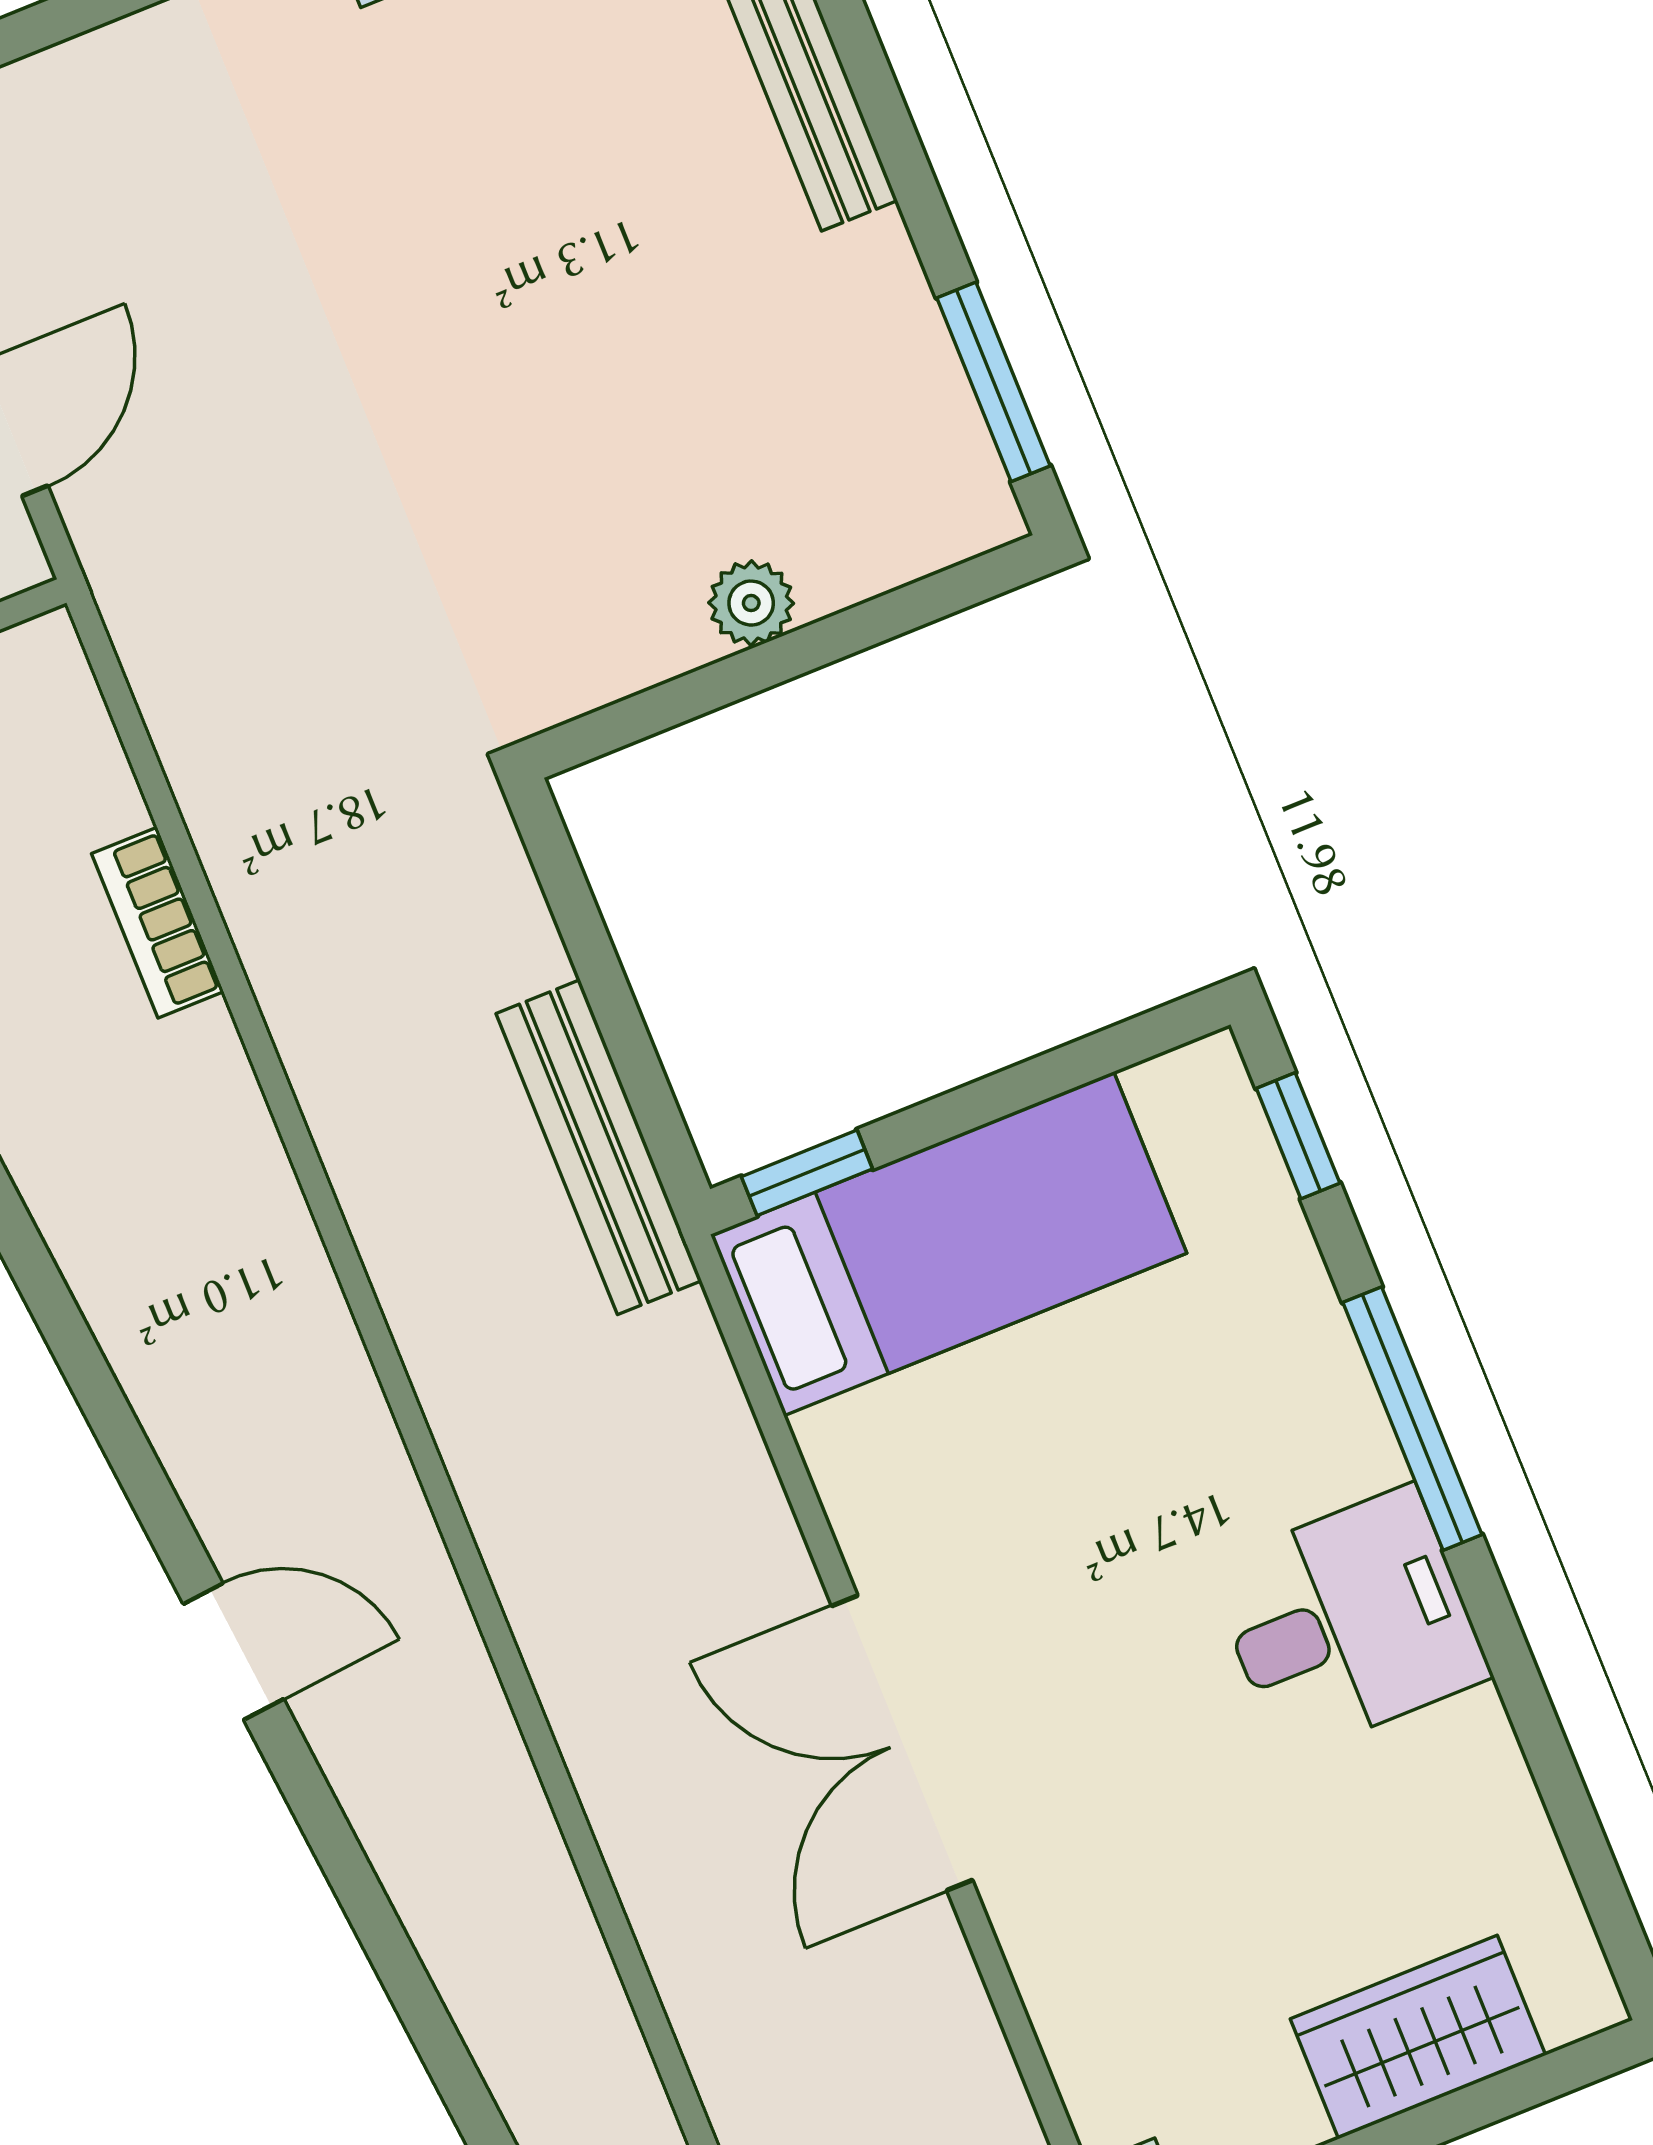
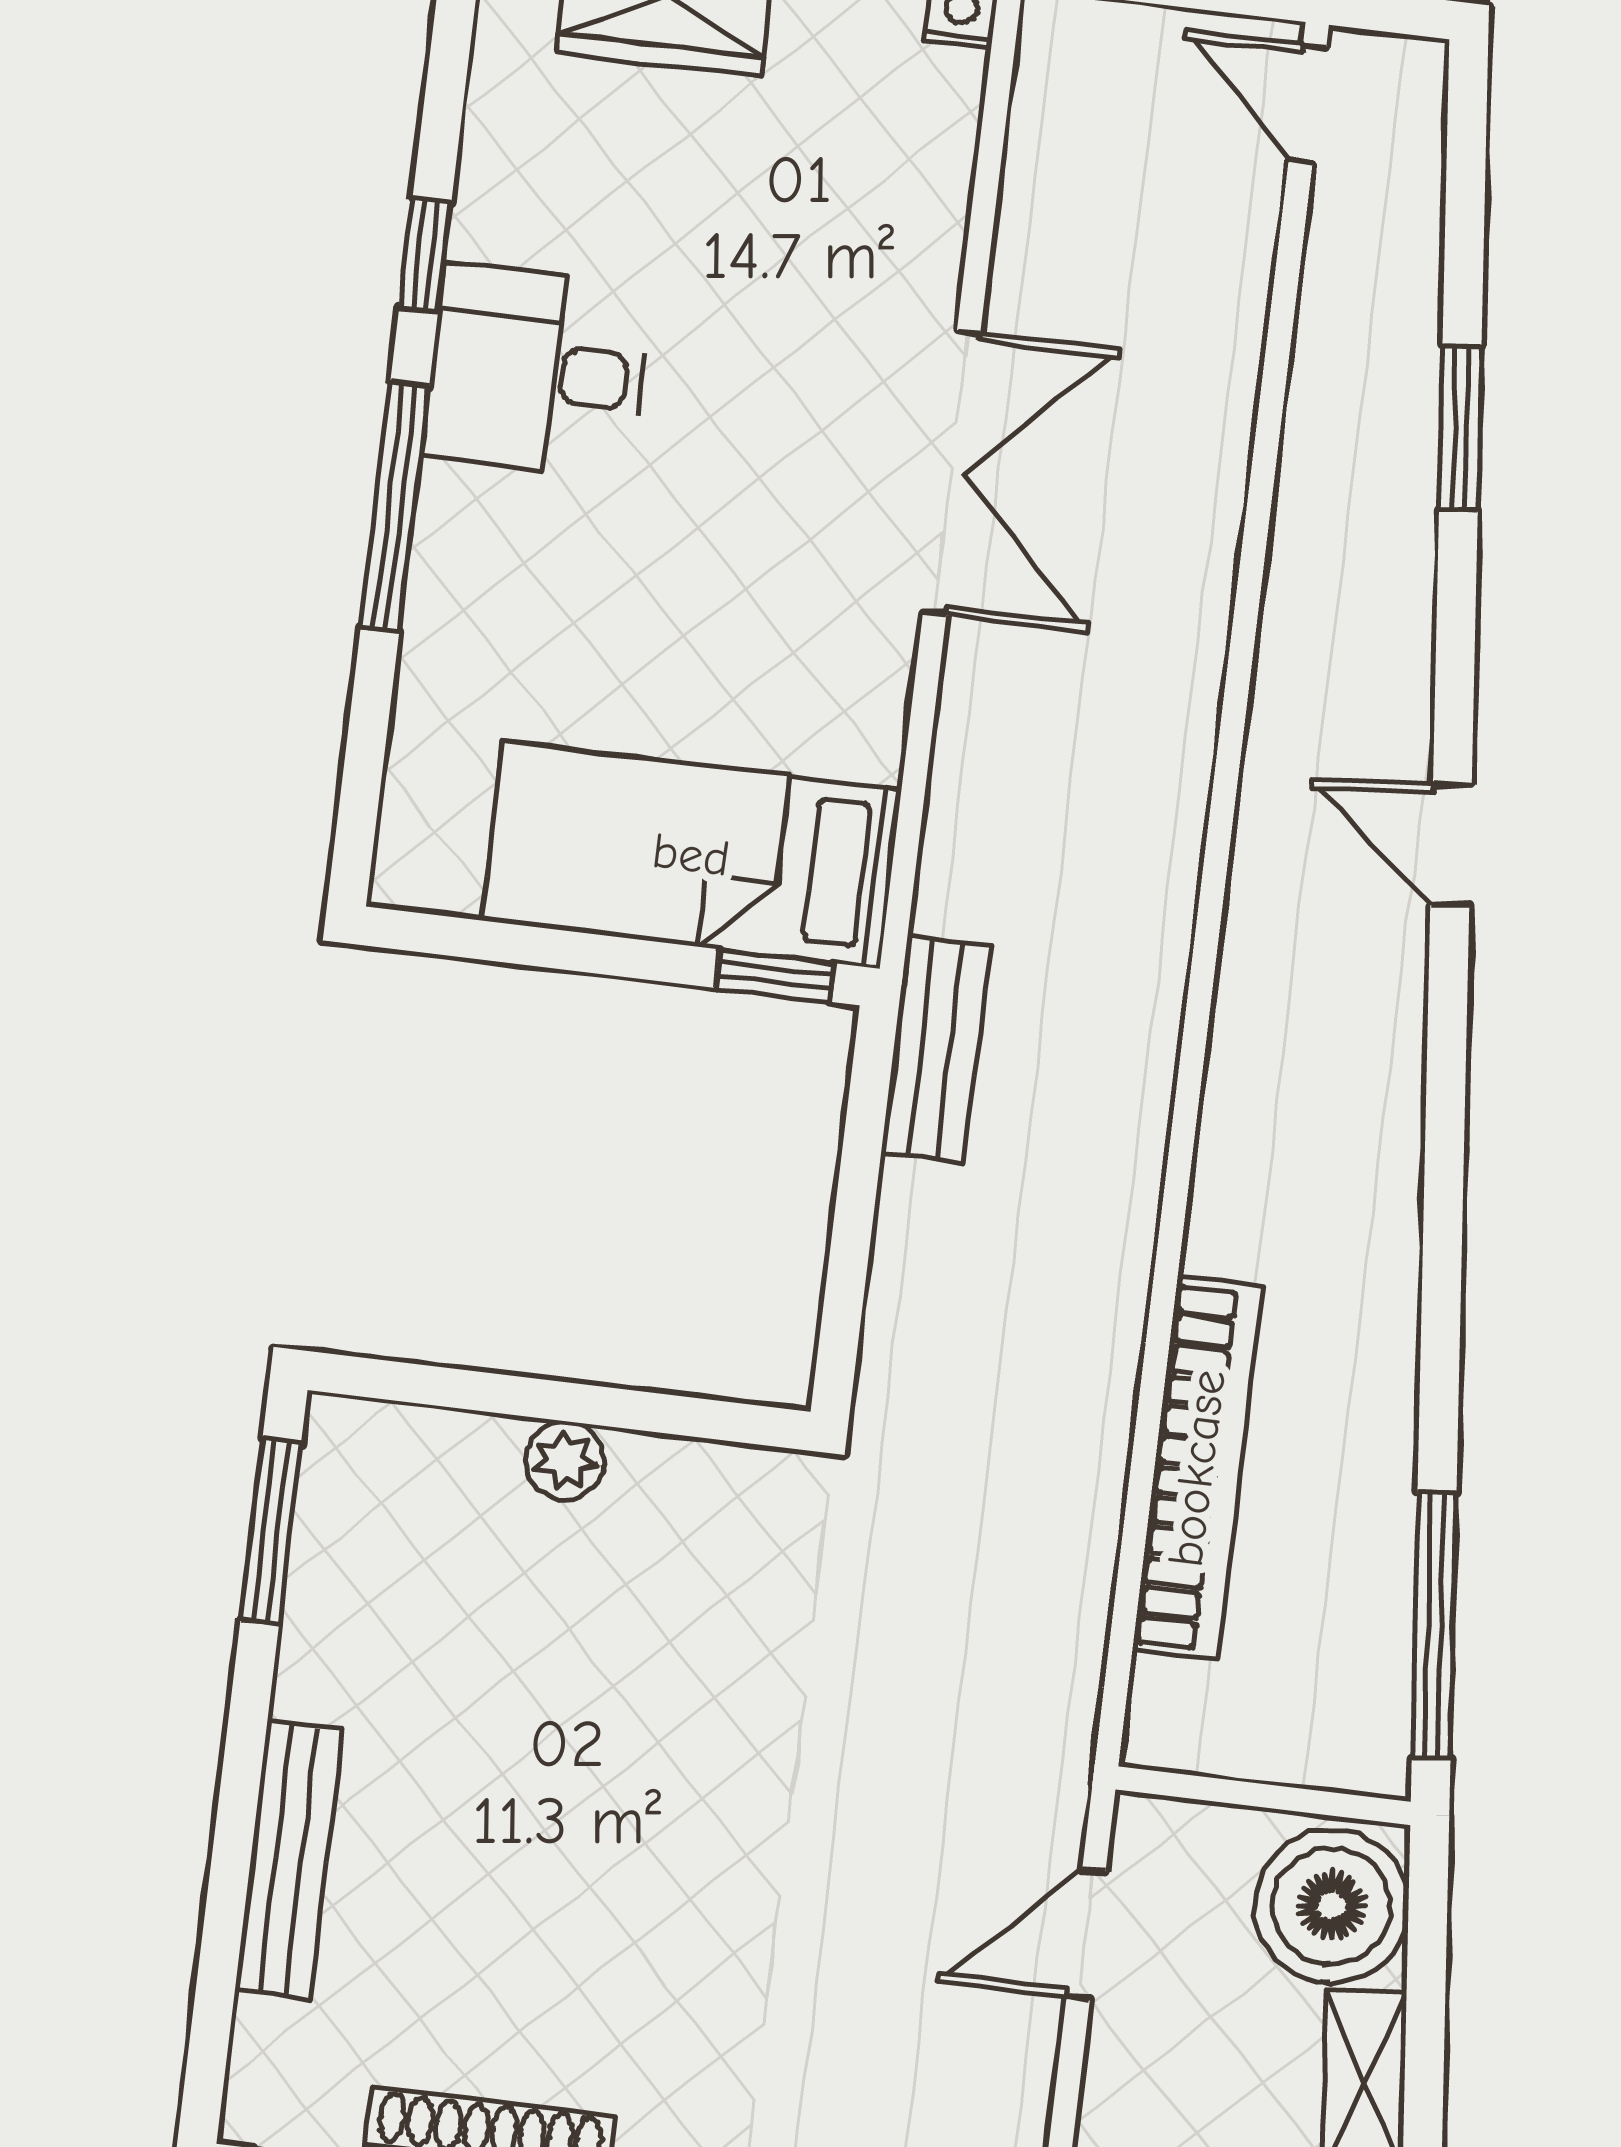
bookcase: (158, 923) -> (1197, 1468), width x2.31, depth x1.31
window: (1298, 1136) -> (425, 255), moved
bench: (599, 1147) -> (936, 1049), width x0.73
window: (443, 2052) -> (1460, 427), added

